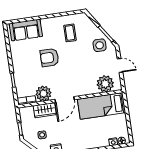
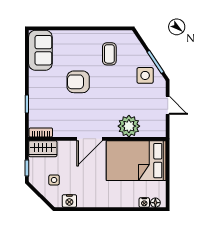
sofa: (26, 30) -> (40, 50), moved, turned -90
plant: (105, 84) -> (129, 126), moved
plant: (44, 94) -> (64, 127), removed
bed: (102, 106) -> (136, 161), width x1.50
wardrobe: (45, 110) -> (43, 149), moved

